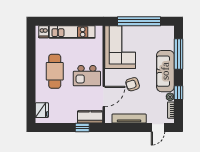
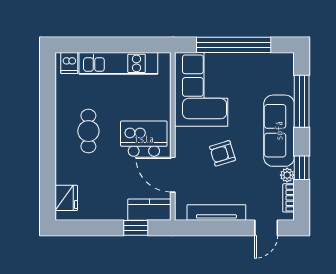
cafe table: (55, 71) -> (88, 131), width x0.73, depth x0.74
kitchen island: (87, 76) -> (144, 139), turned 180
door: (104, 97) -> (173, 175), swing flipped

